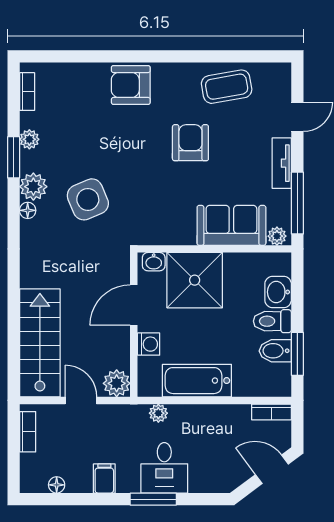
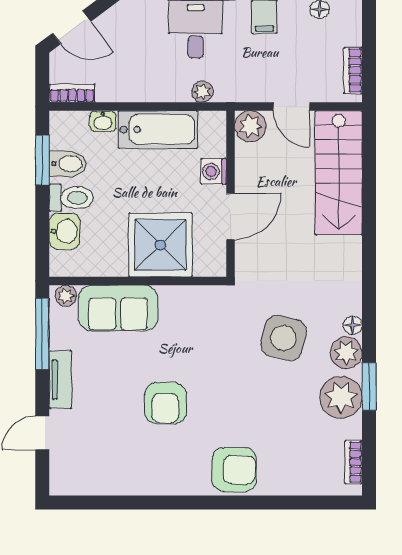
coffee table: (227, 87) -> (124, 468), removed
plant: (29, 139) -> (341, 397), width x1.88, depth x1.88
side table: (88, 199) -> (283, 338), turned 37
washbasin: (154, 262) -> (103, 121), moved, turned 180

